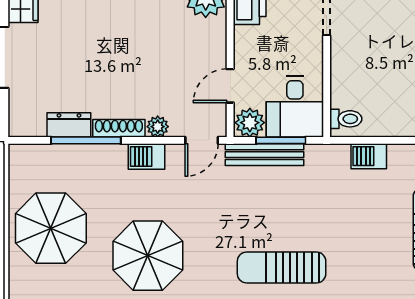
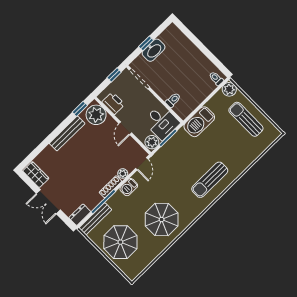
door: (230, 86) -> (125, 128), moved
toilet: (346, 119) -> (173, 100), moved
dresser: (69, 125) -> (80, 215), moved
bench: (265, 155) -> (95, 219), moved
barbecue: (369, 156) -> (199, 122), width x1.88, depth x1.53

